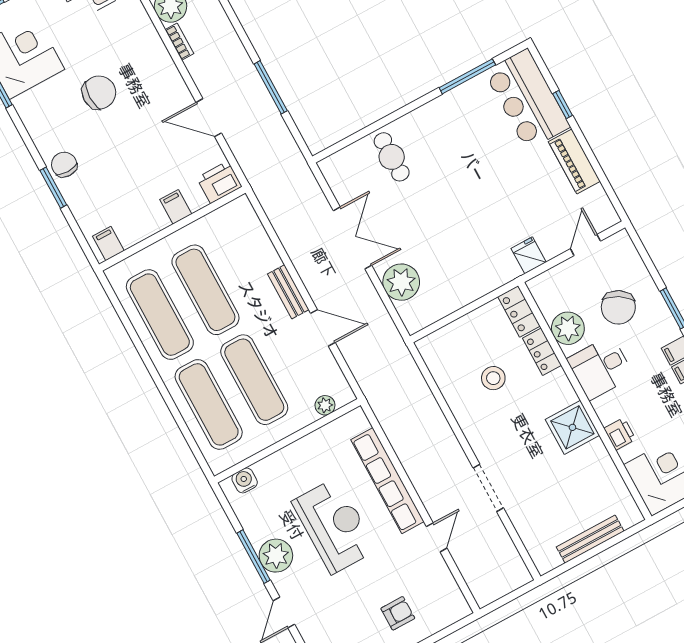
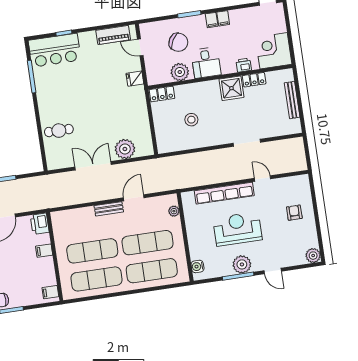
piano: (574, 161) -> (113, 35), moved
locker: (542, 352) -> (254, 80), moved

